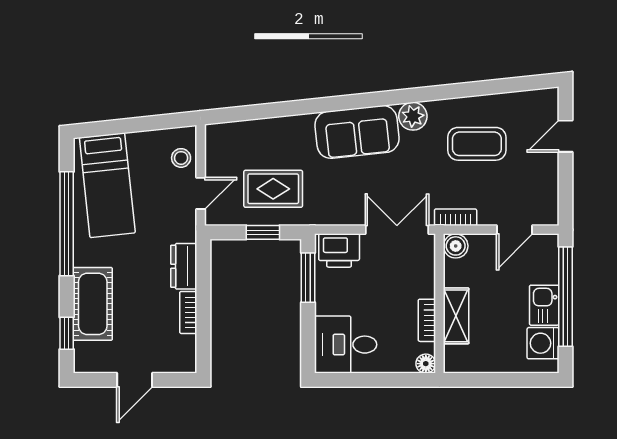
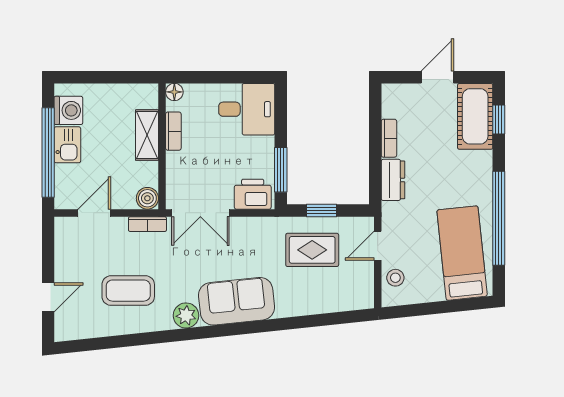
cot: (93, 304) -> (475, 116), moved

